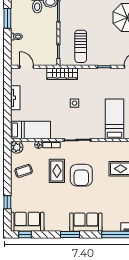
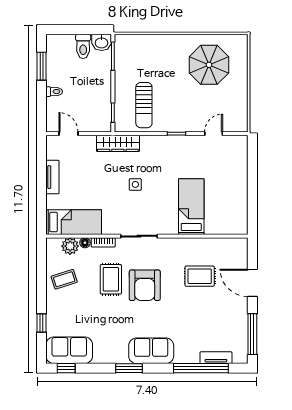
plant: (17, 147) -> (70, 246), moved

